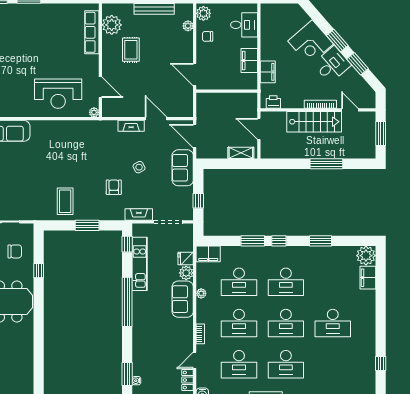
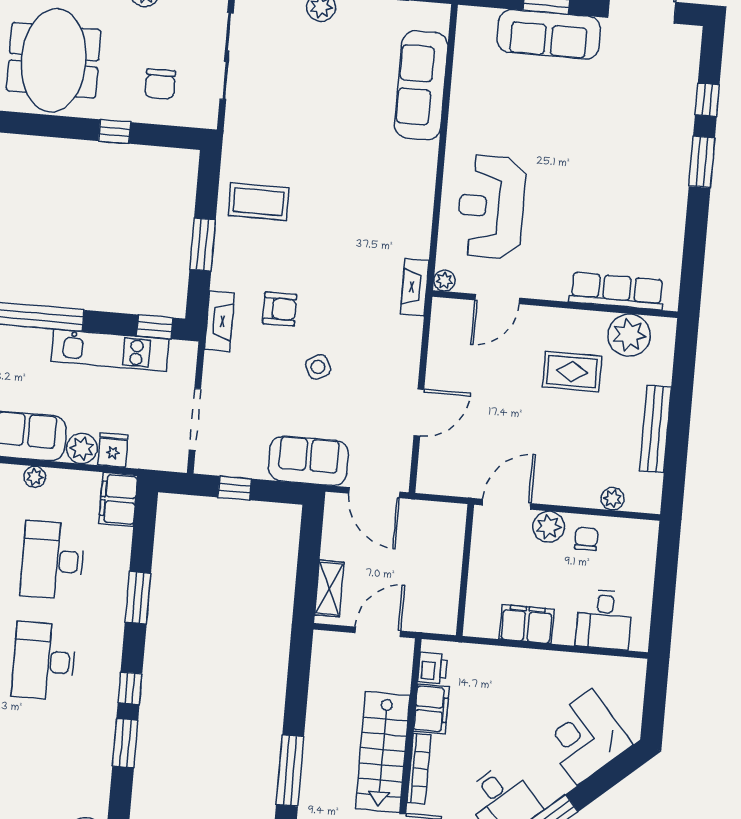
plant: (203, 13) -> (549, 527), moved
corner desk: (311, 42) -> (584, 737), moved
filing cabinet: (268, 72) -> (431, 709), moved, turned -90
fireplace: (131, 126) -> (415, 287), moved
door: (195, 136) -> (374, 493), swing flipped
fireplace: (139, 214) -> (219, 321), moved
window: (279, 241) -> (130, 688), moved

